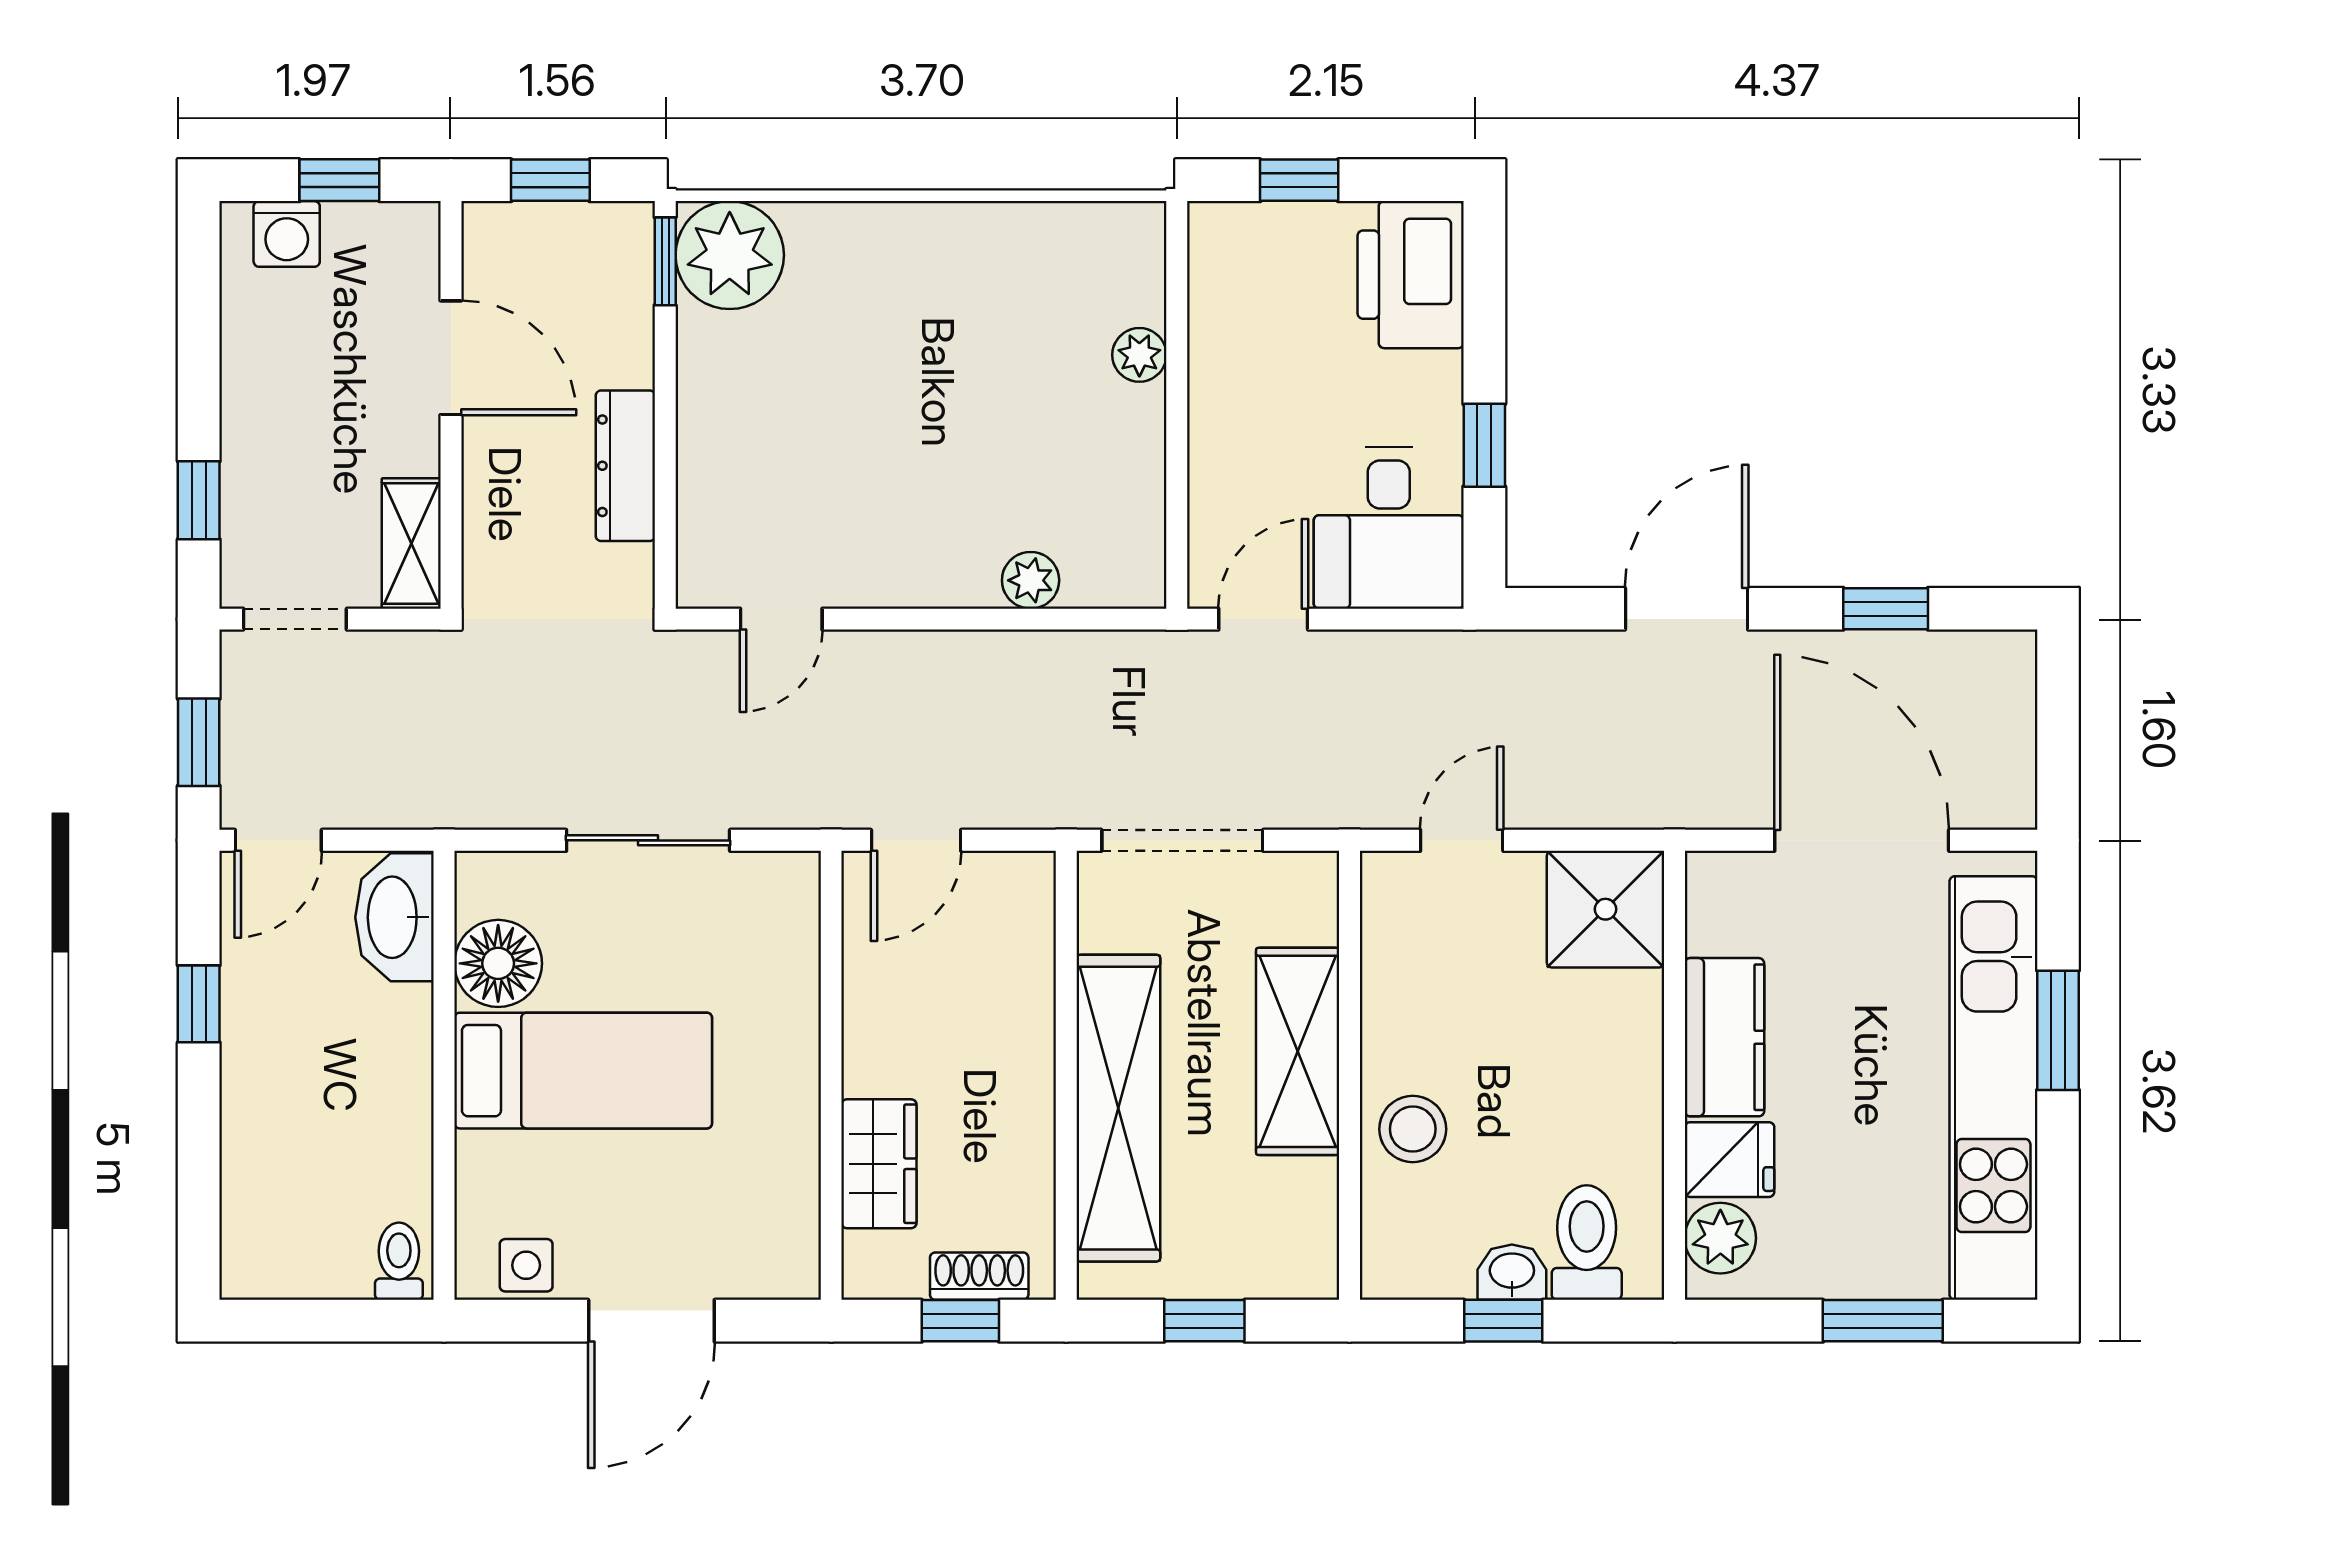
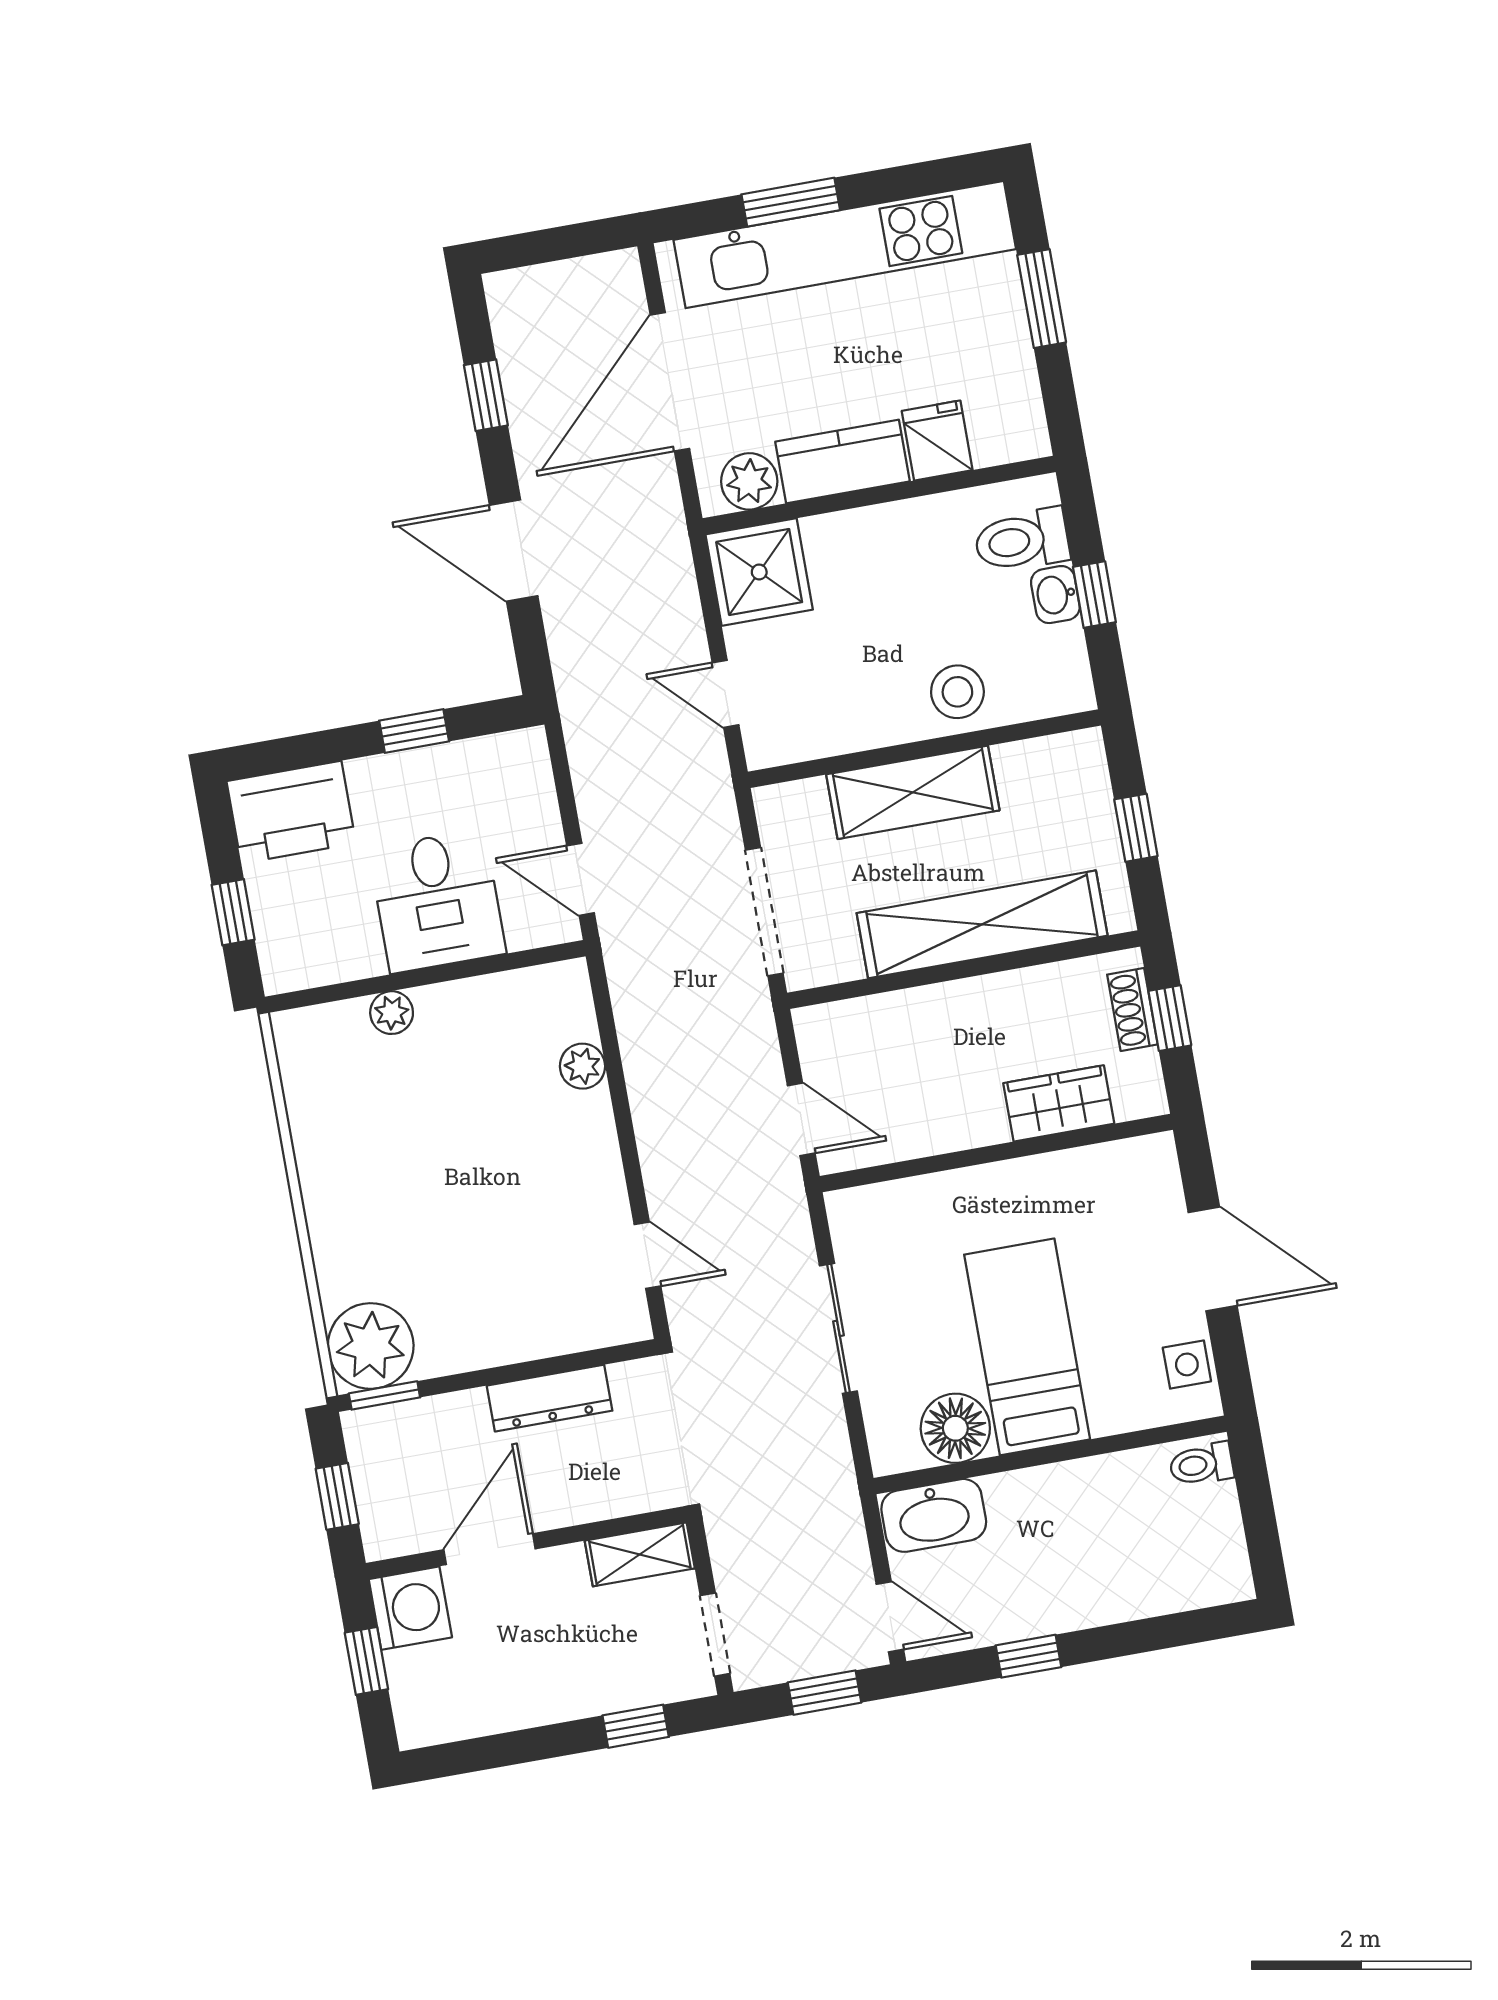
washing machine: (287, 234) -> (410, 1608), moved, width x1.38, depth x1.38
desk: (1389, 528) -> (437, 901), moved, turned 90
plant: (1720, 1238) -> (749, 481), moved

